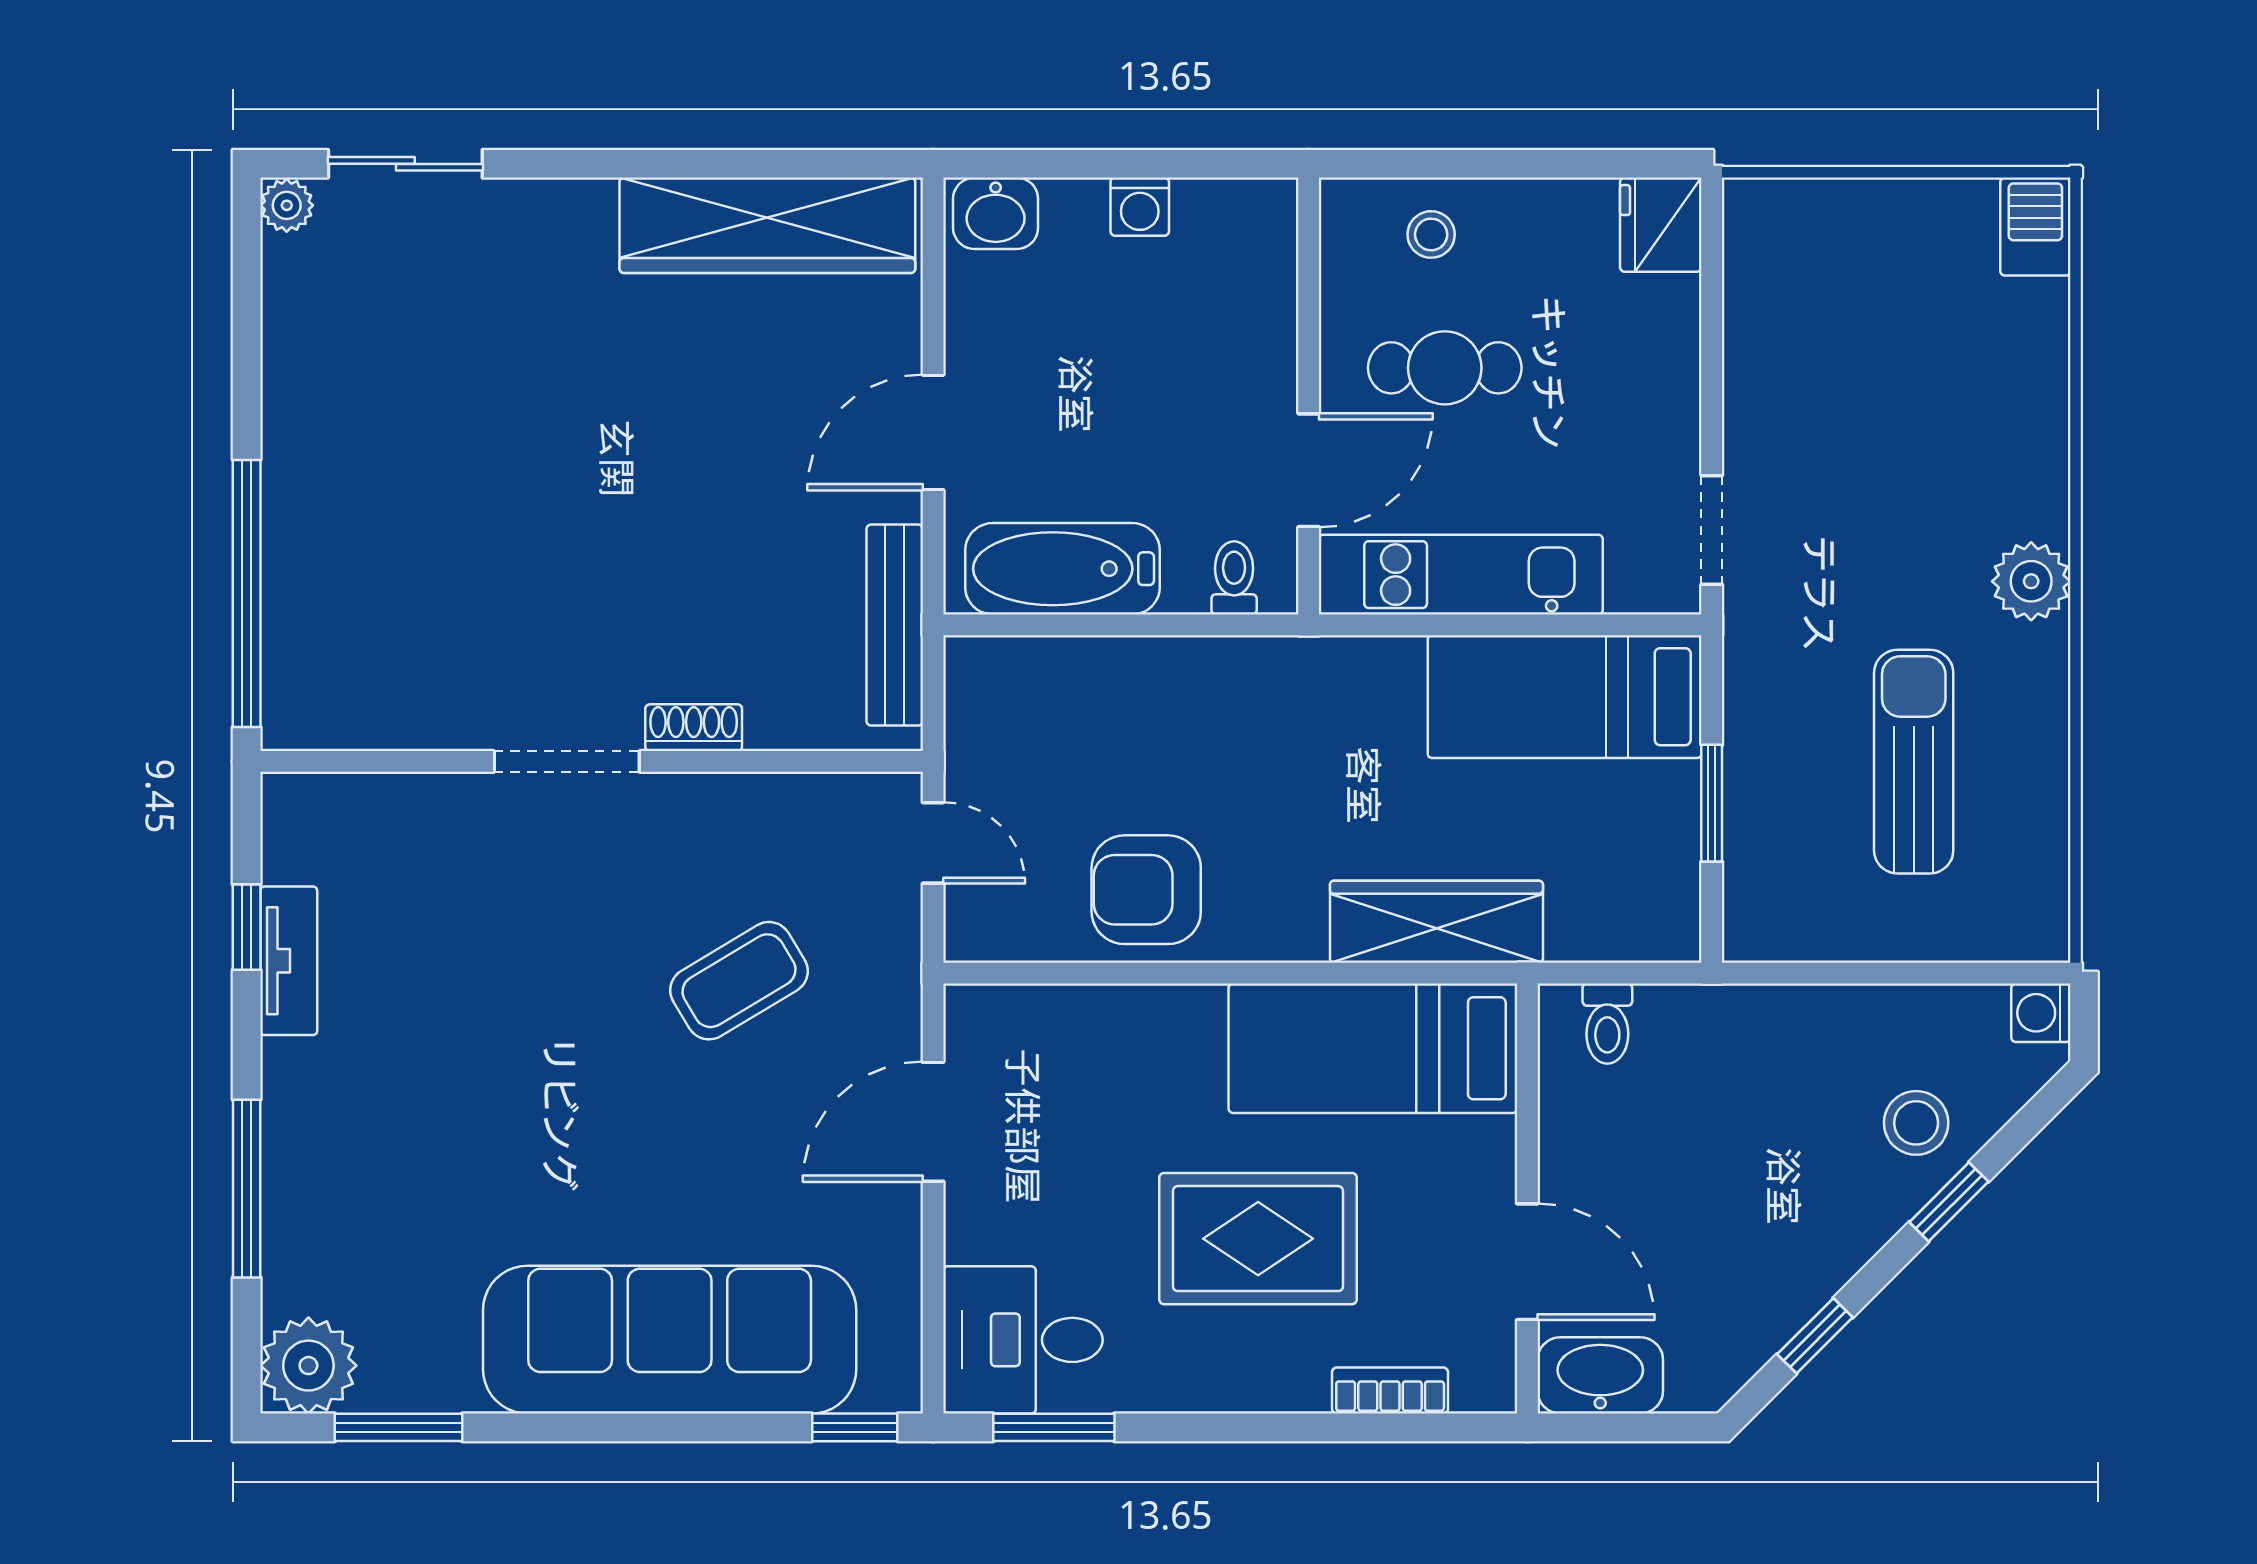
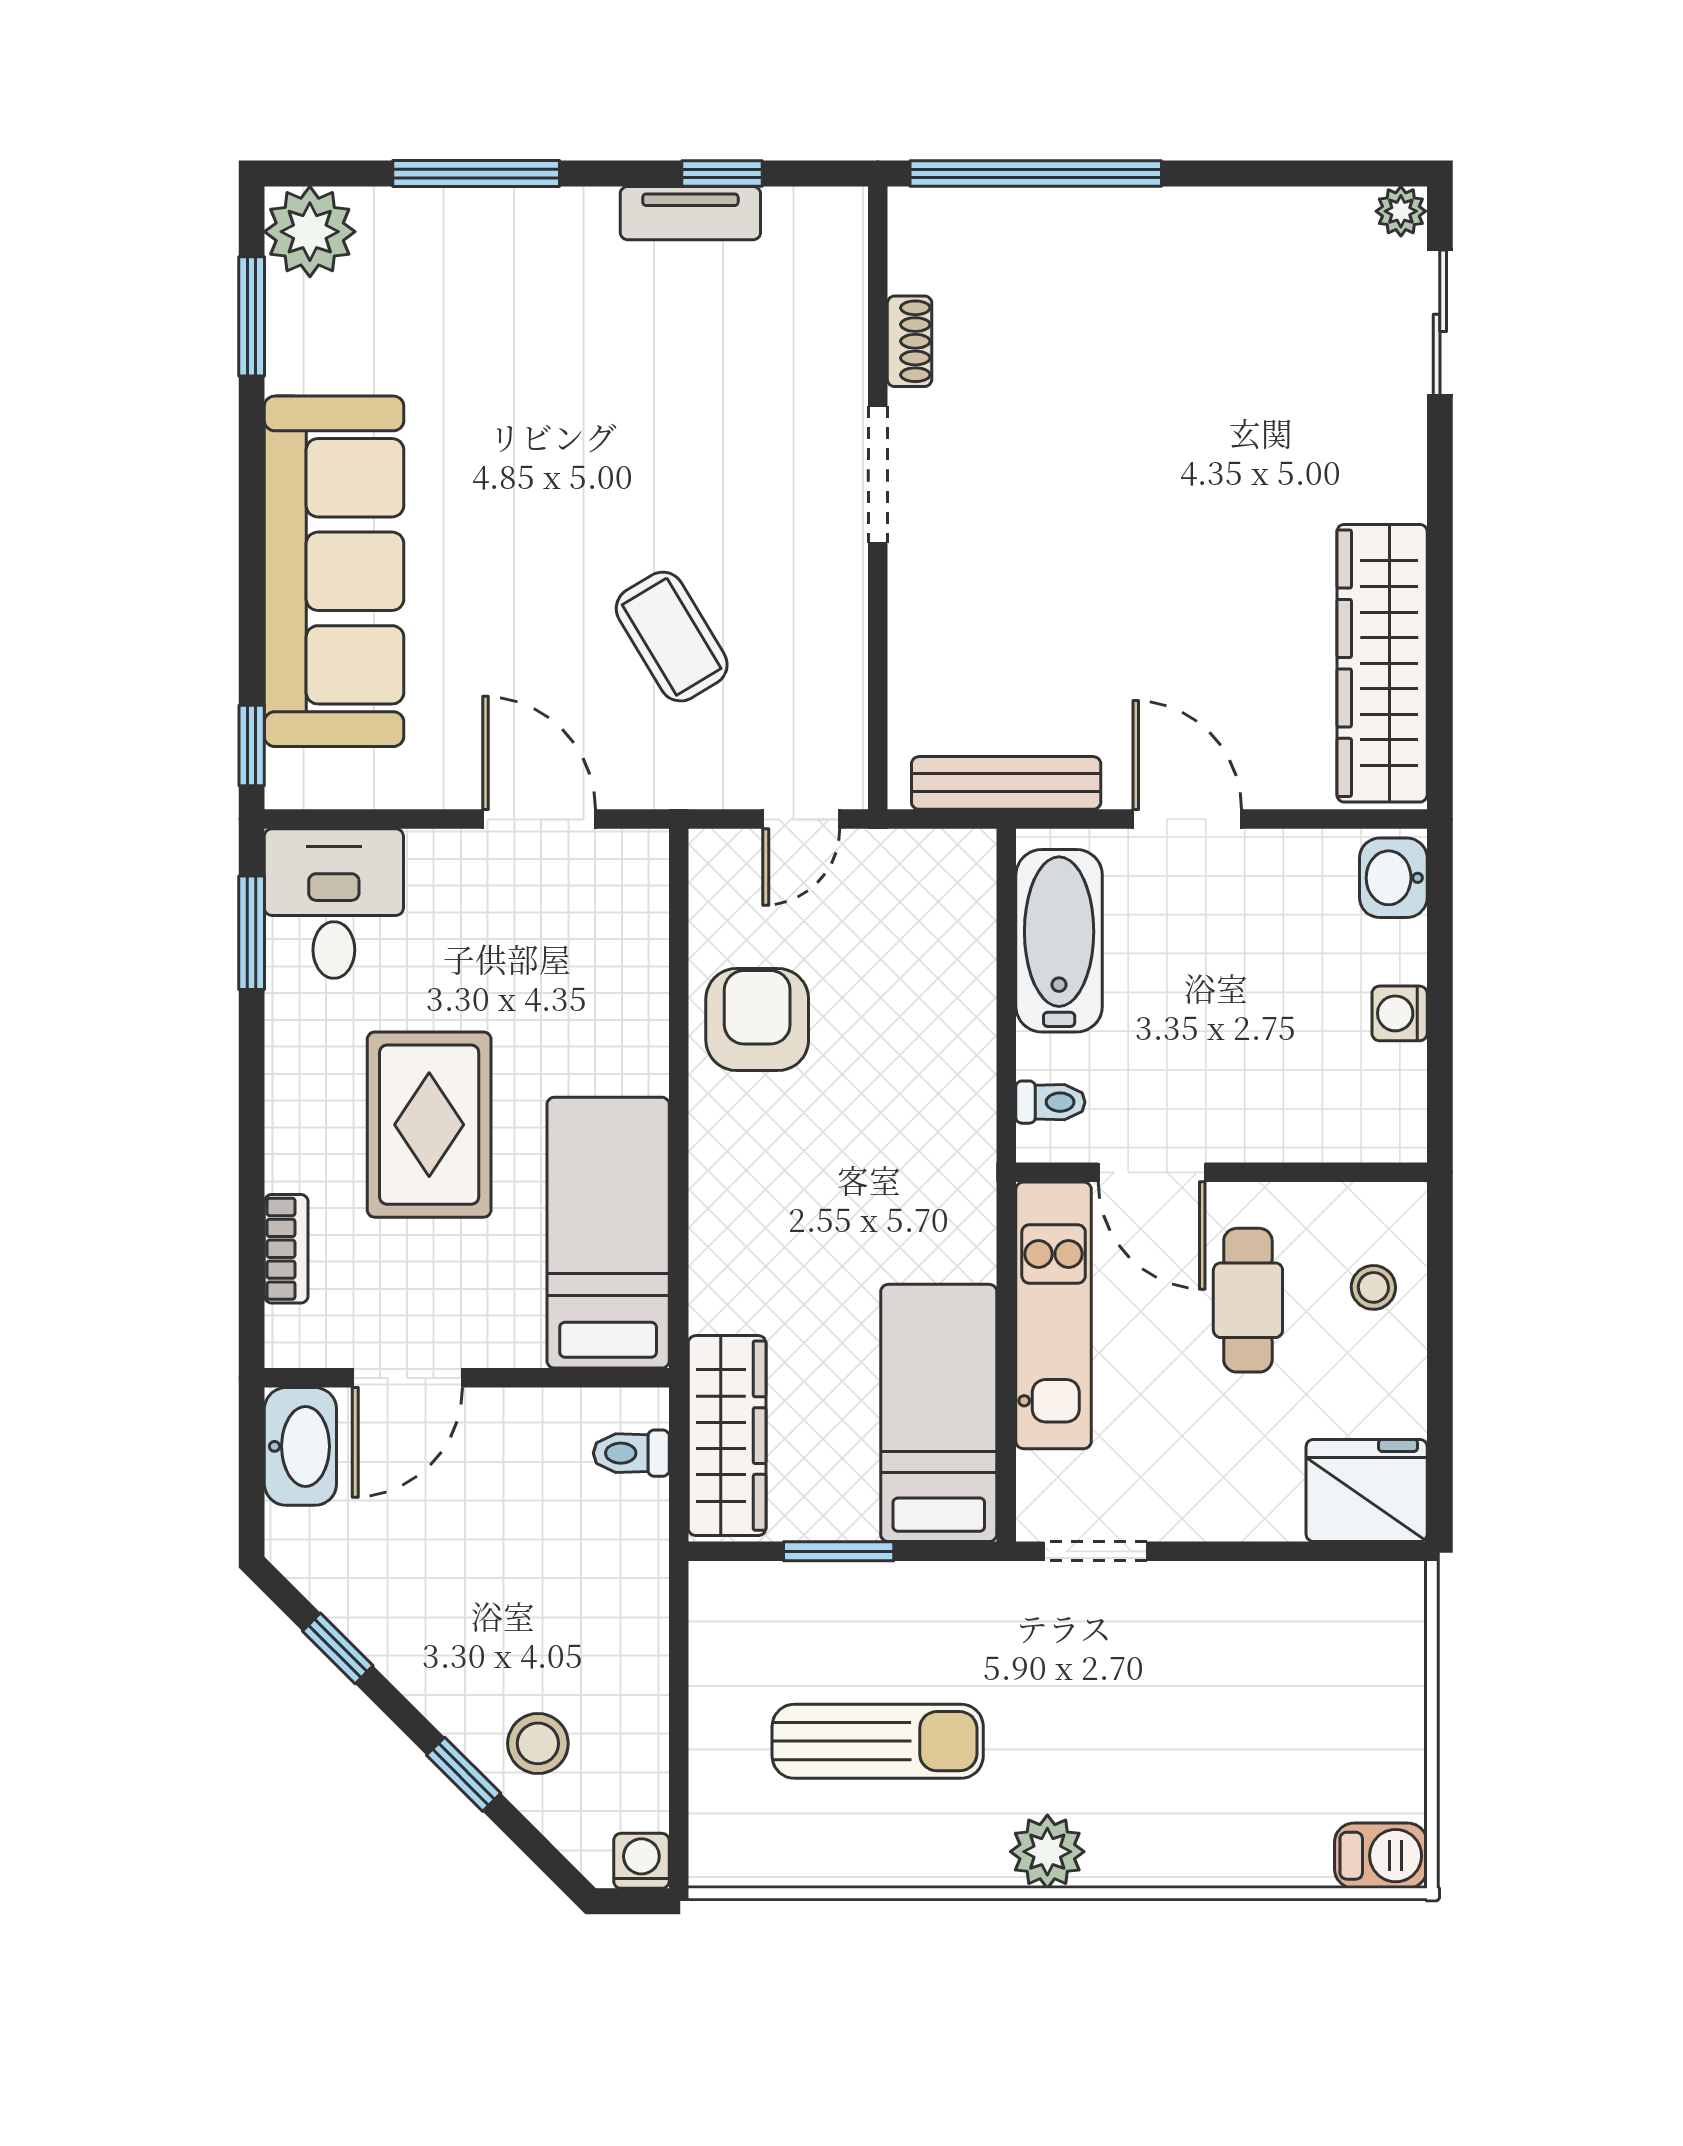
fridge: (1661, 225) -> (1367, 1490), width x1.36, depth x1.34
shoe rack: (694, 728) -> (910, 341), moved
wardrobe: (1436, 922) -> (727, 1436), moved

